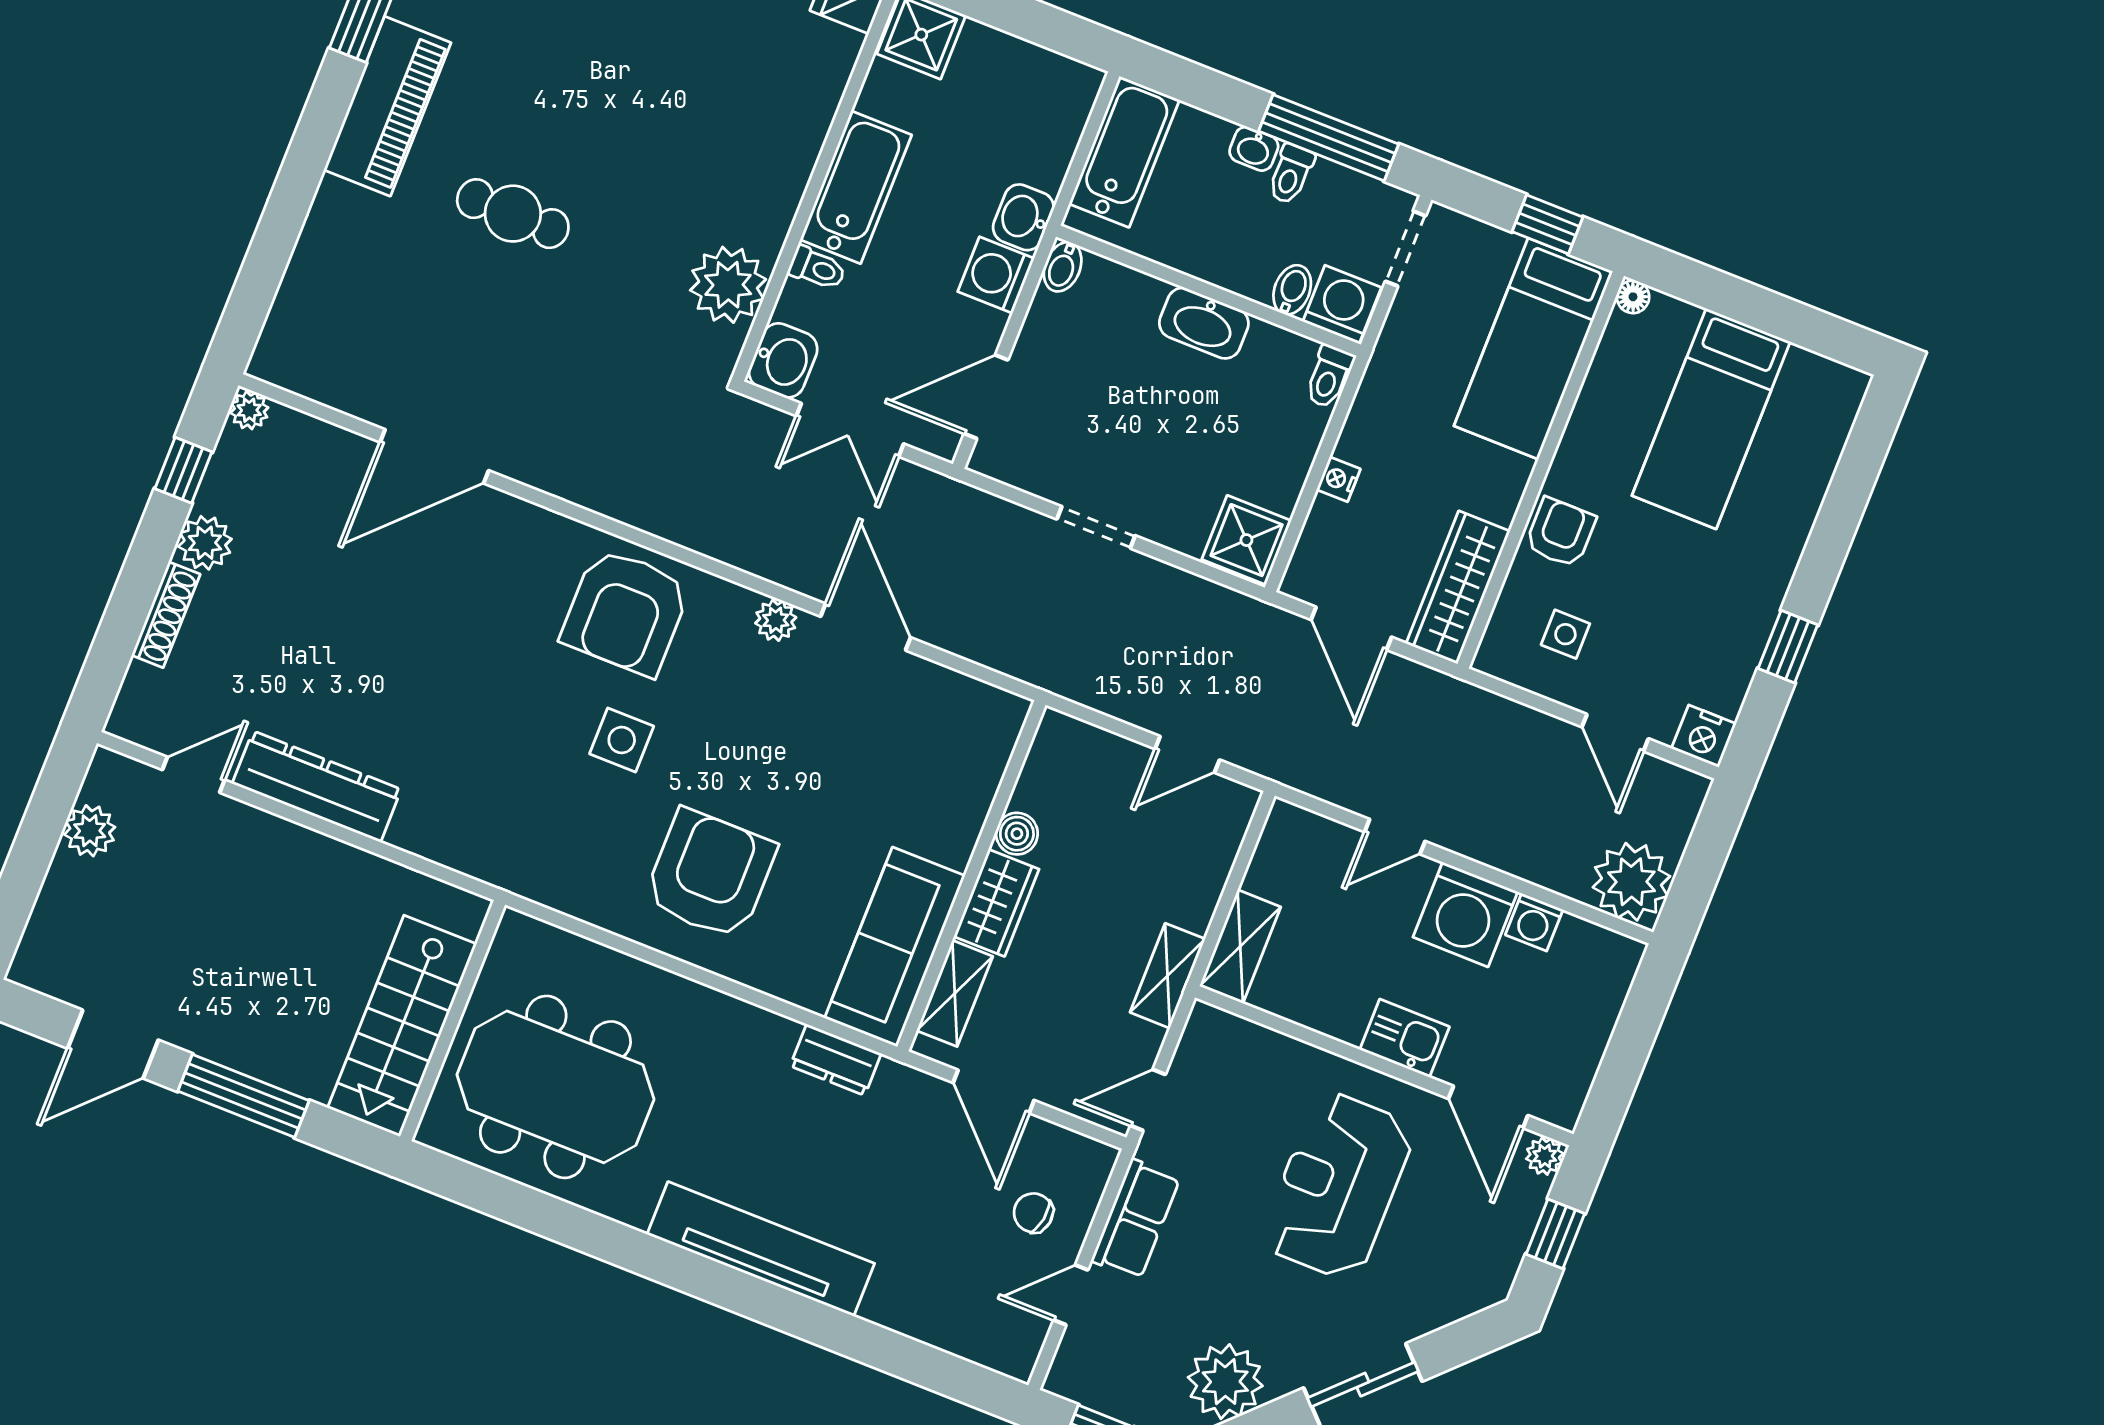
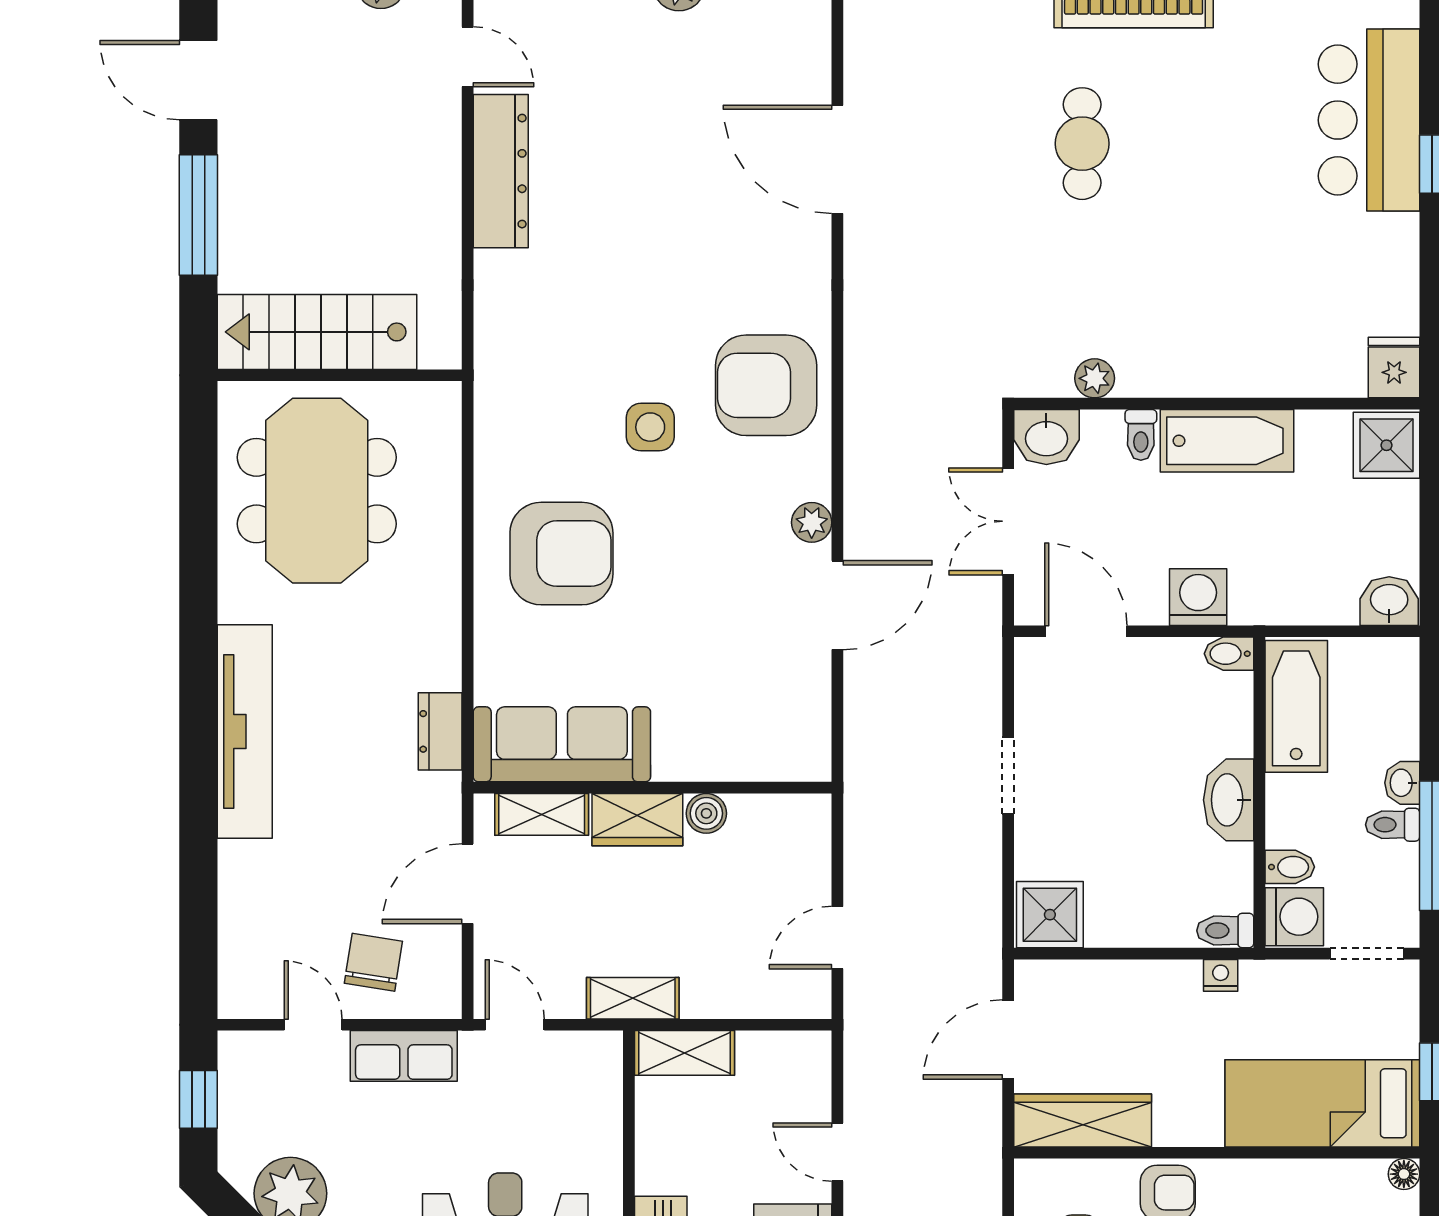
bathtub: (1124, 152) -> (1296, 706), moved, turned -90
washbasin: (1023, 217) -> (1389, 601), moved
plant: (728, 285) -> (1095, 378), width x0.53, depth x0.53
nightstand: (1339, 479) -> (1221, 975), moved
door: (1187, 754) -> (837, 938), hinge flipped
chair: (1033, 1213) -> (373, 962), width x1.37, depth x1.37

